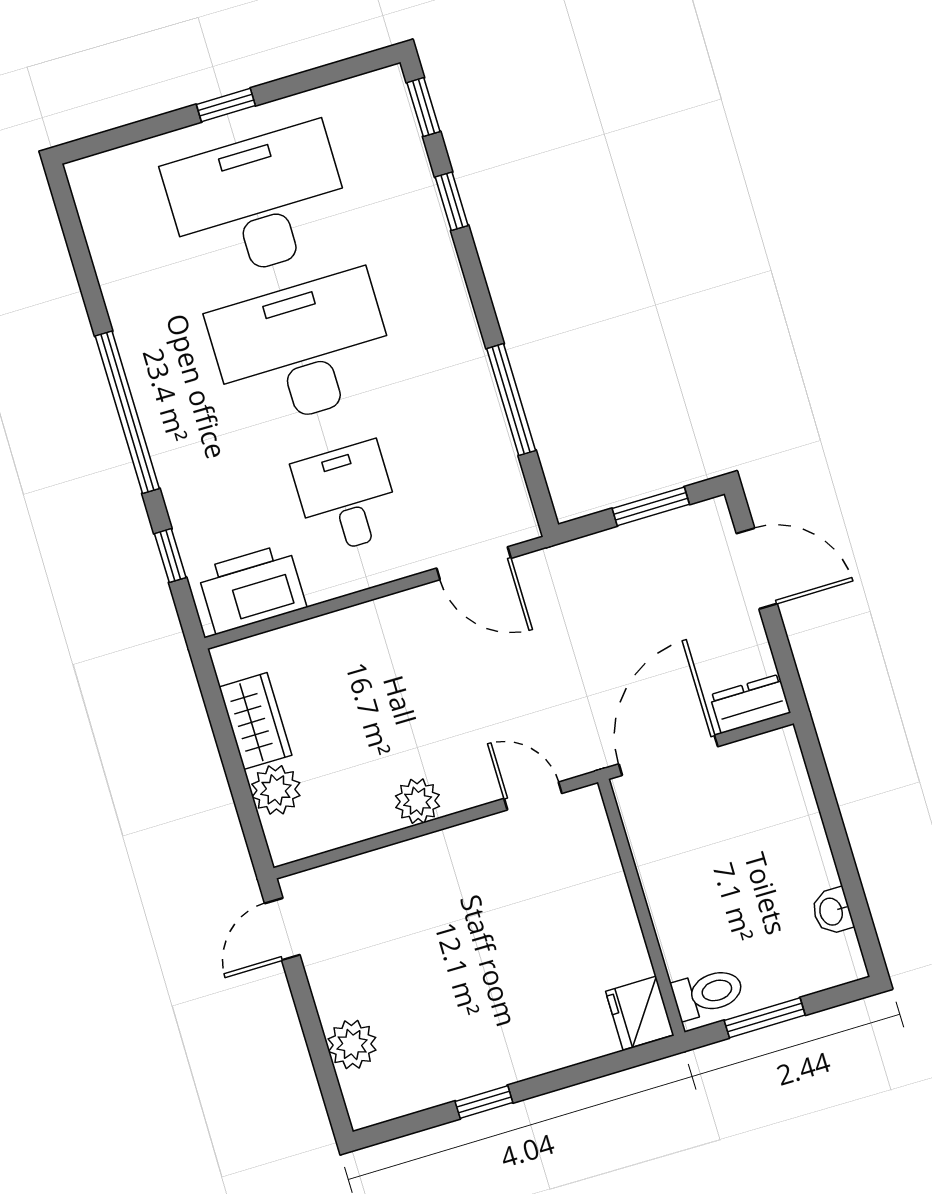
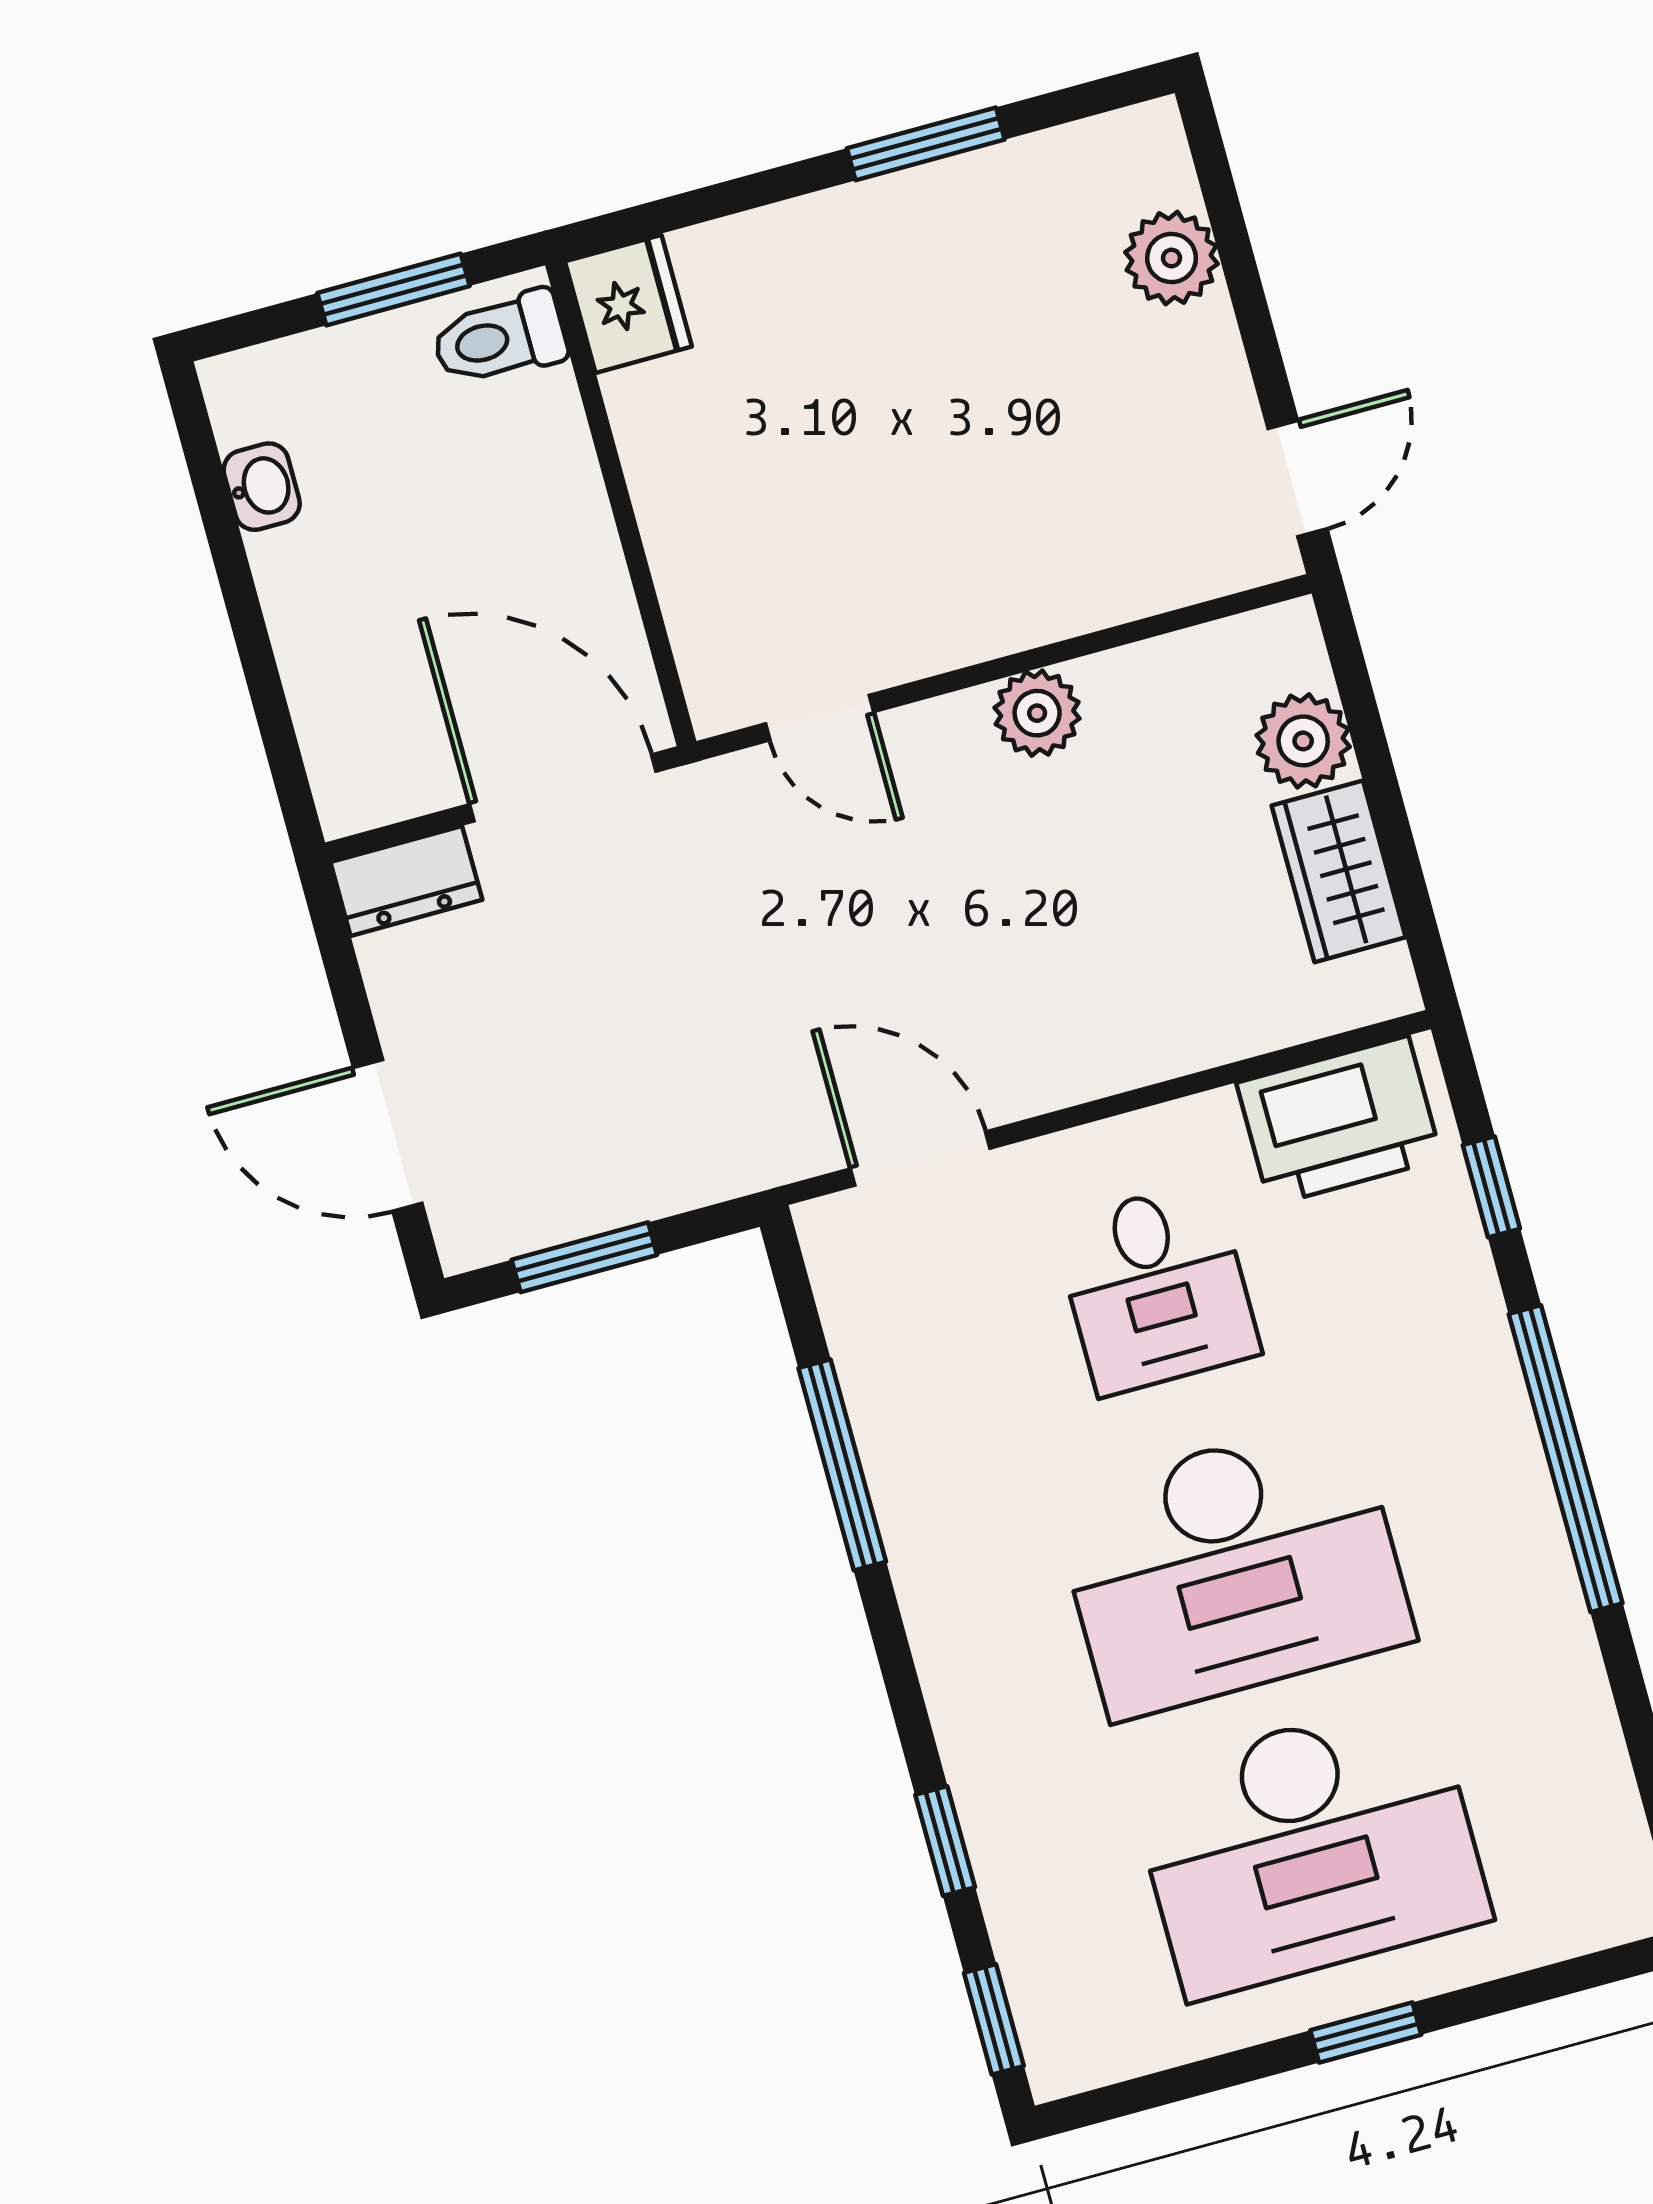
door: (668, 755) -> (563, 788), swing flipped
window: (484, 1102) -> (926, 144), width x1.50

